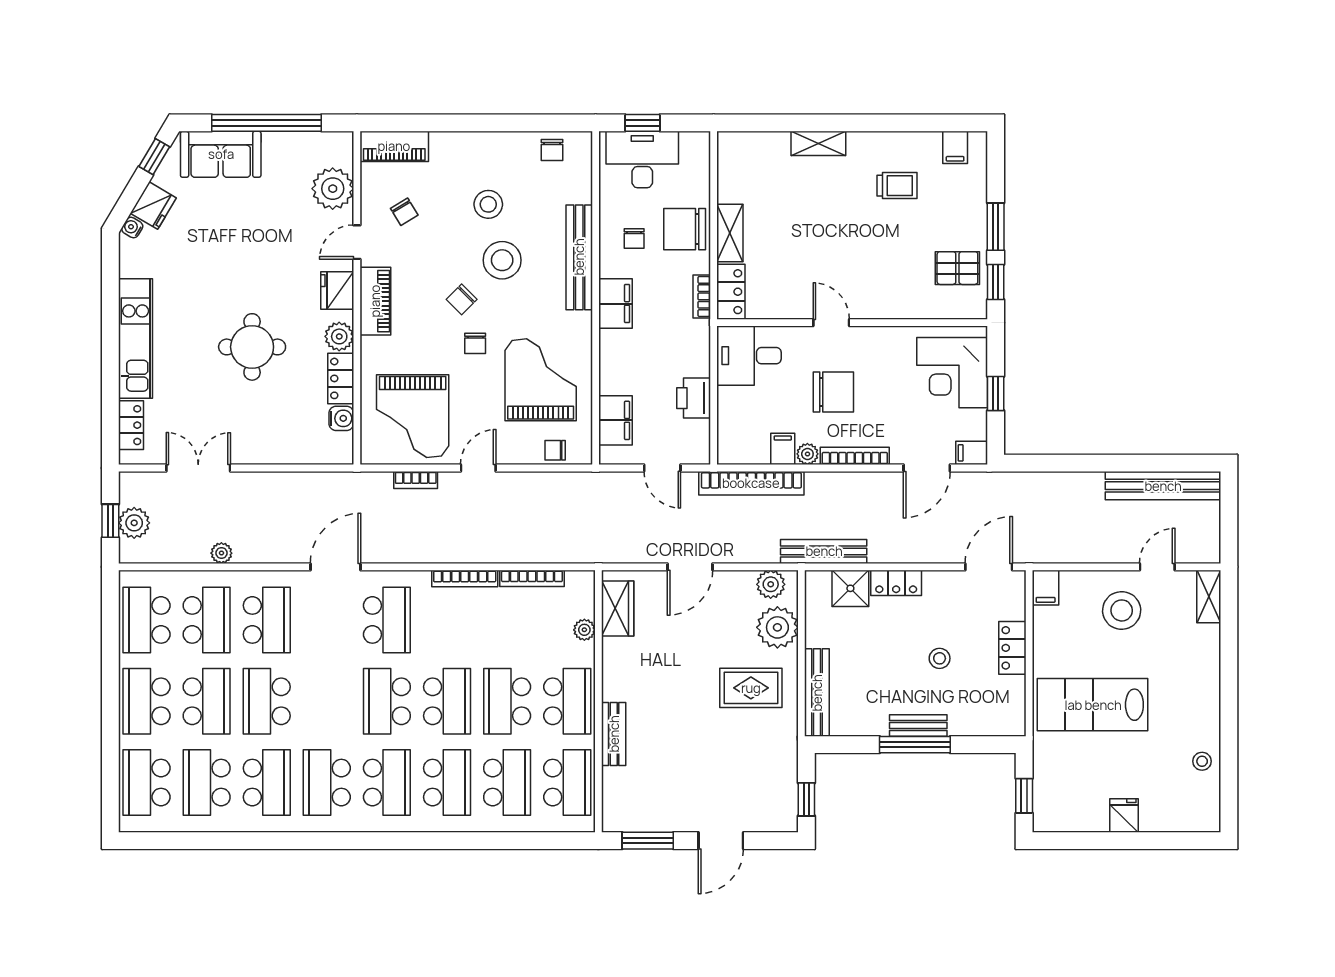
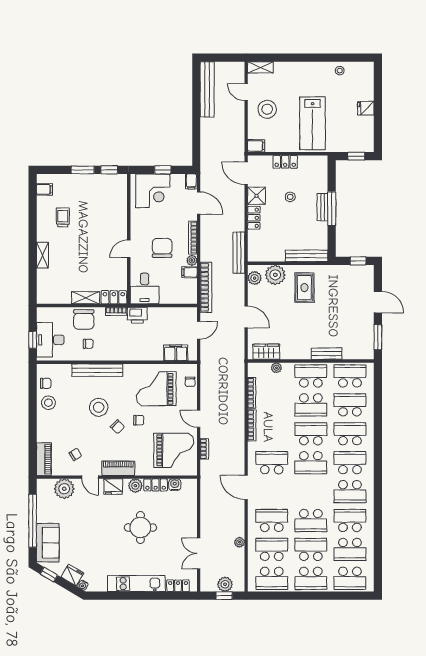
stool: (488, 204) -> (48, 403), moved
pallet: (957, 268) -> (102, 188), removed
filing cabinet: (615, 304) -> (120, 353), removed
printer: (694, 398) -> (137, 315), moved
shower: (850, 588) -> (257, 196), moved

